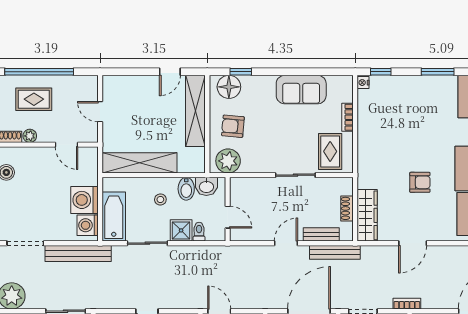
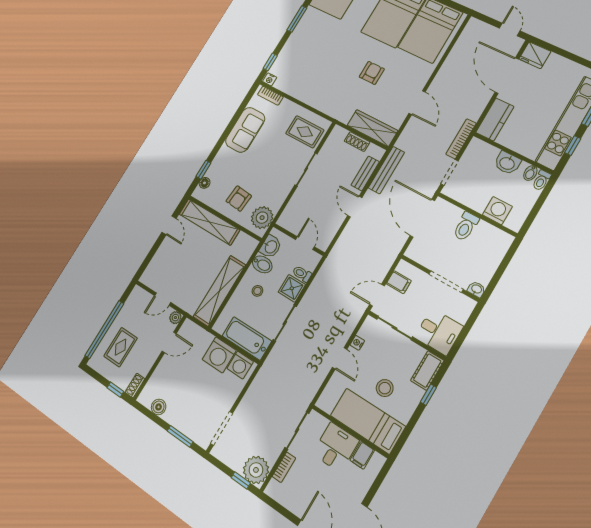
floor lamp: (229, 87) -> (205, 183), width x0.53, depth x0.53
bookcase: (347, 117) -> (270, 96), moved
plant: (30, 136) -> (175, 318), moved
door: (228, 217) -> (305, 243), hinge flipped
bench: (78, 253) -> (257, 388), removed
bookcase: (407, 304) -> (461, 139), width x1.56

